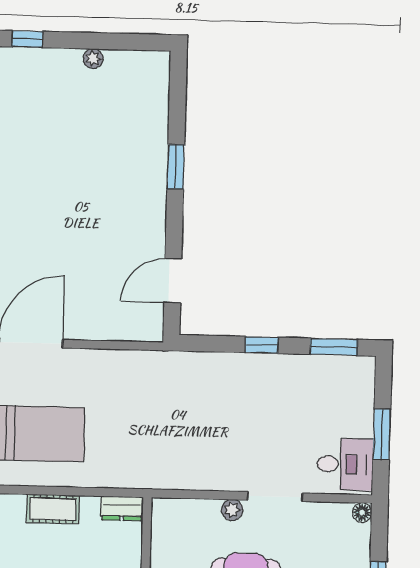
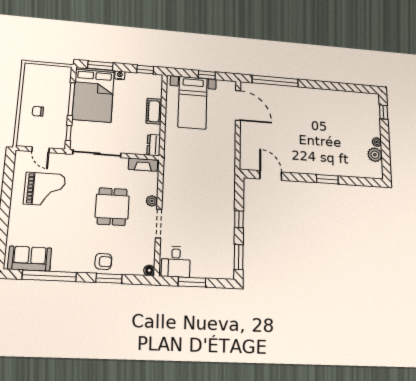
plant: (120, 65) -> (375, 155), added
fireplace: (162, 528) -> (143, 165), added

